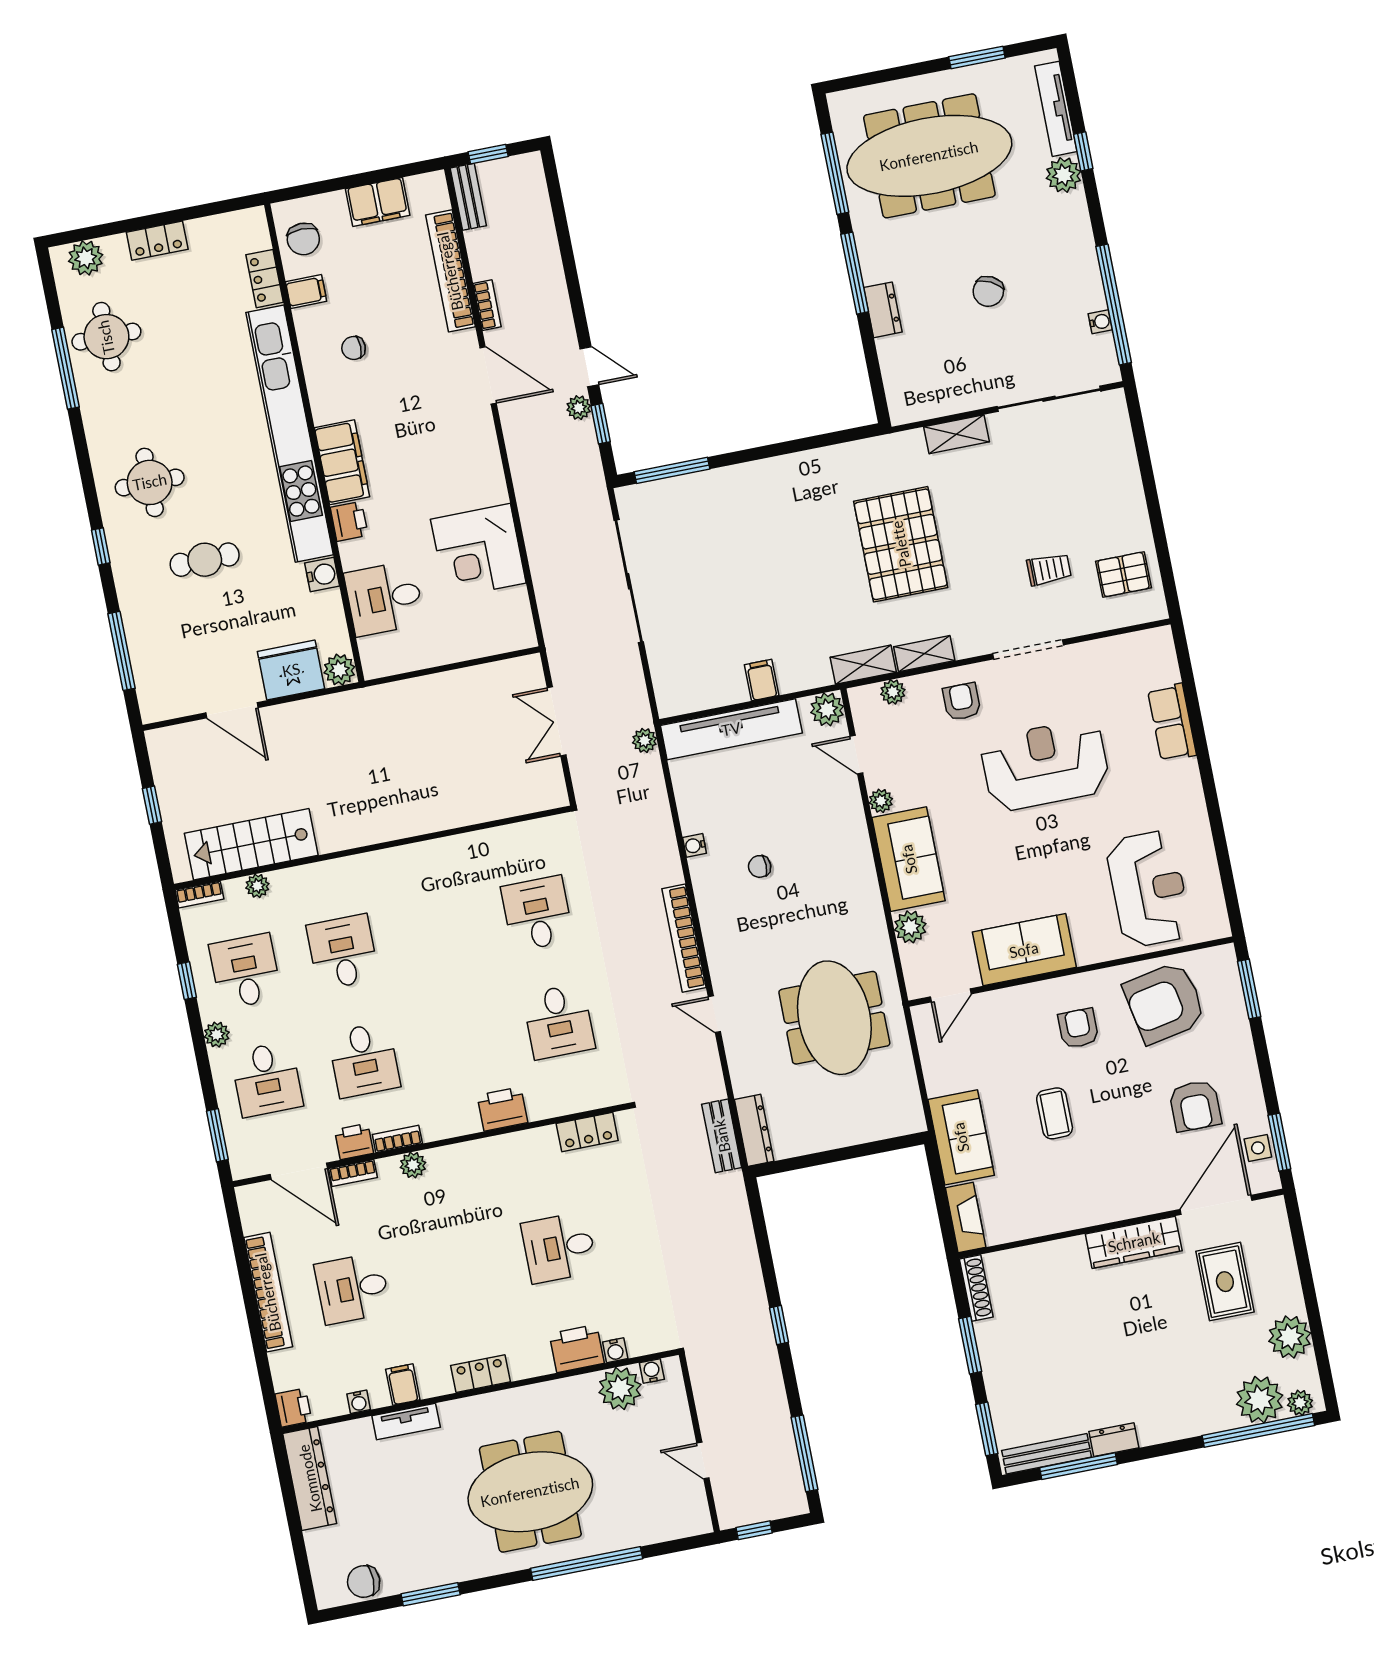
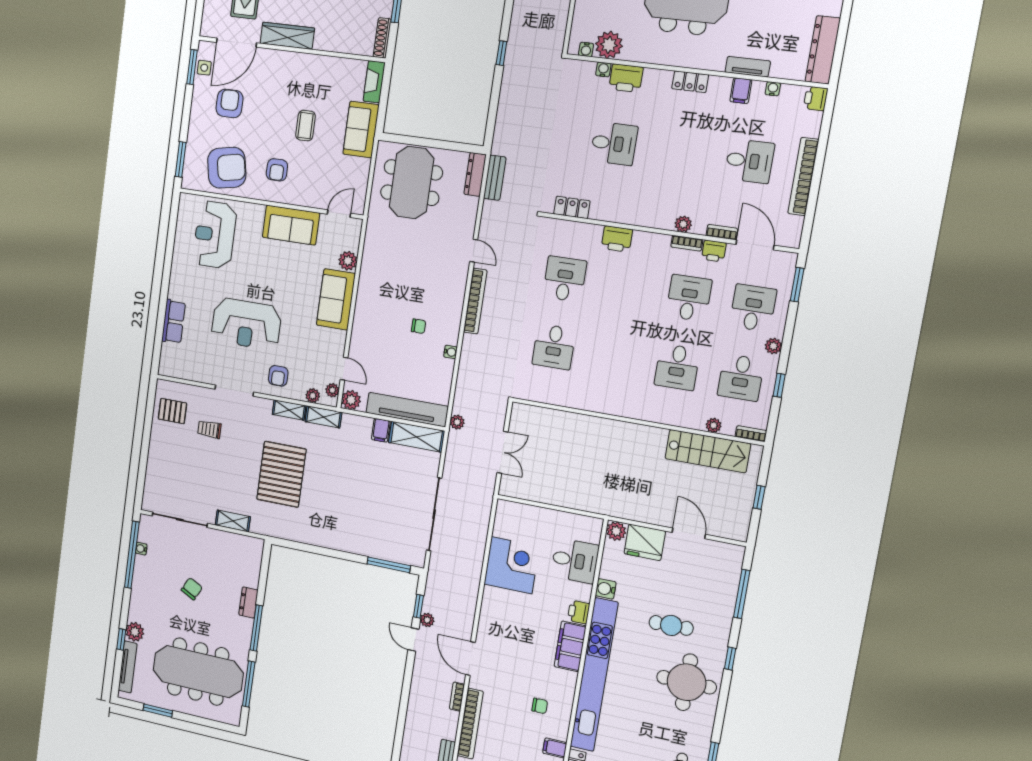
round table: (150, 482) -> (687, 682), width x1.36, depth x1.36
shelving: (701, 692) -> (417, 437), added
plant: (881, 801) -> (332, 390), moved
meeting table: (834, 1018) -> (412, 183), moved

